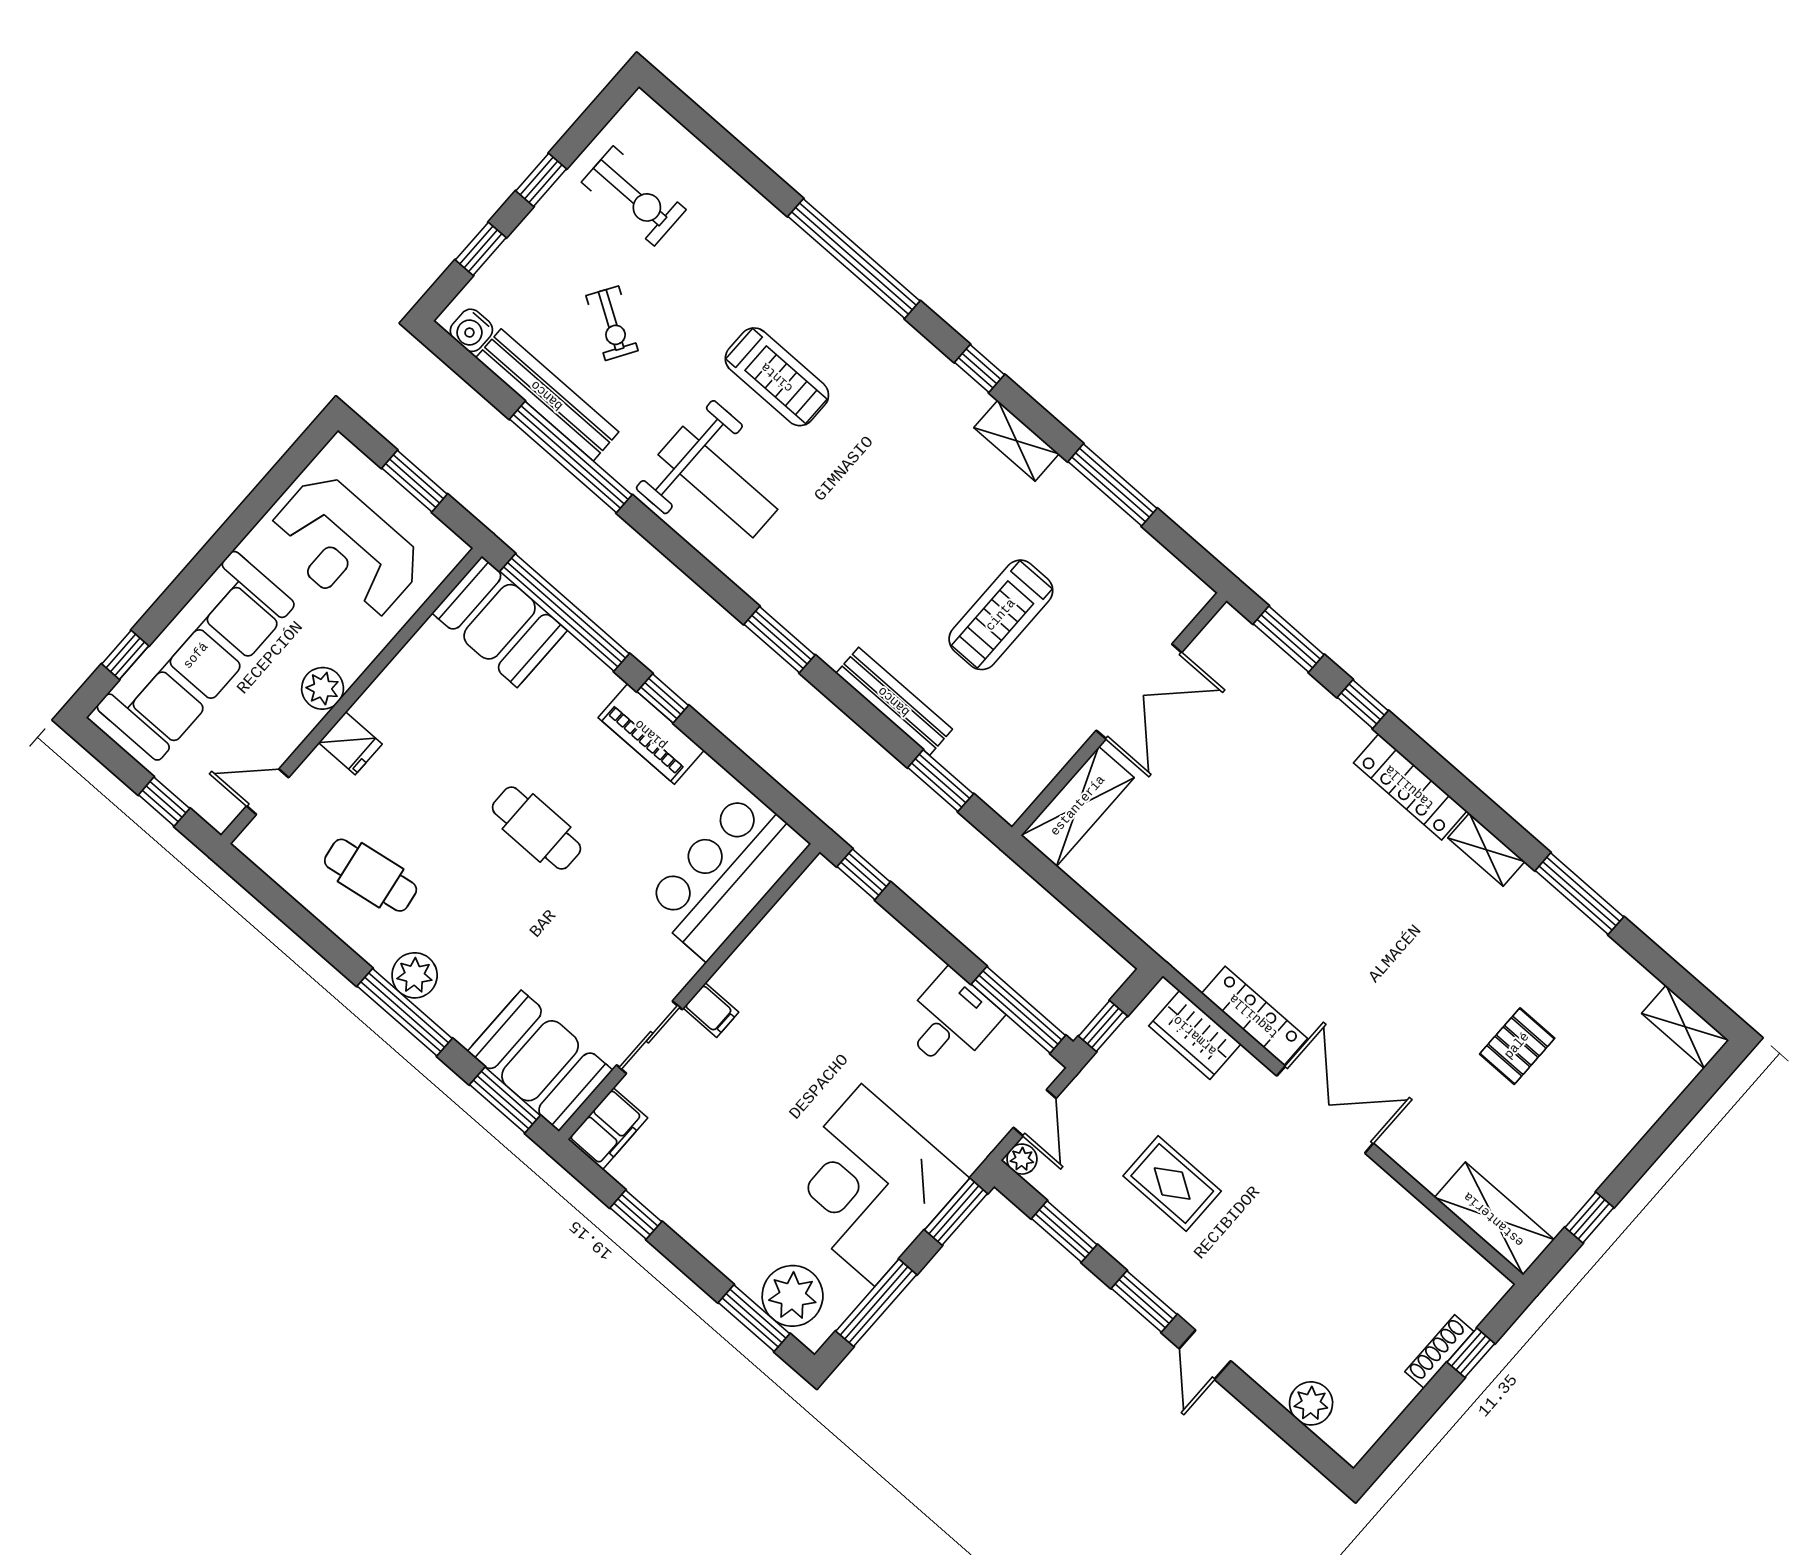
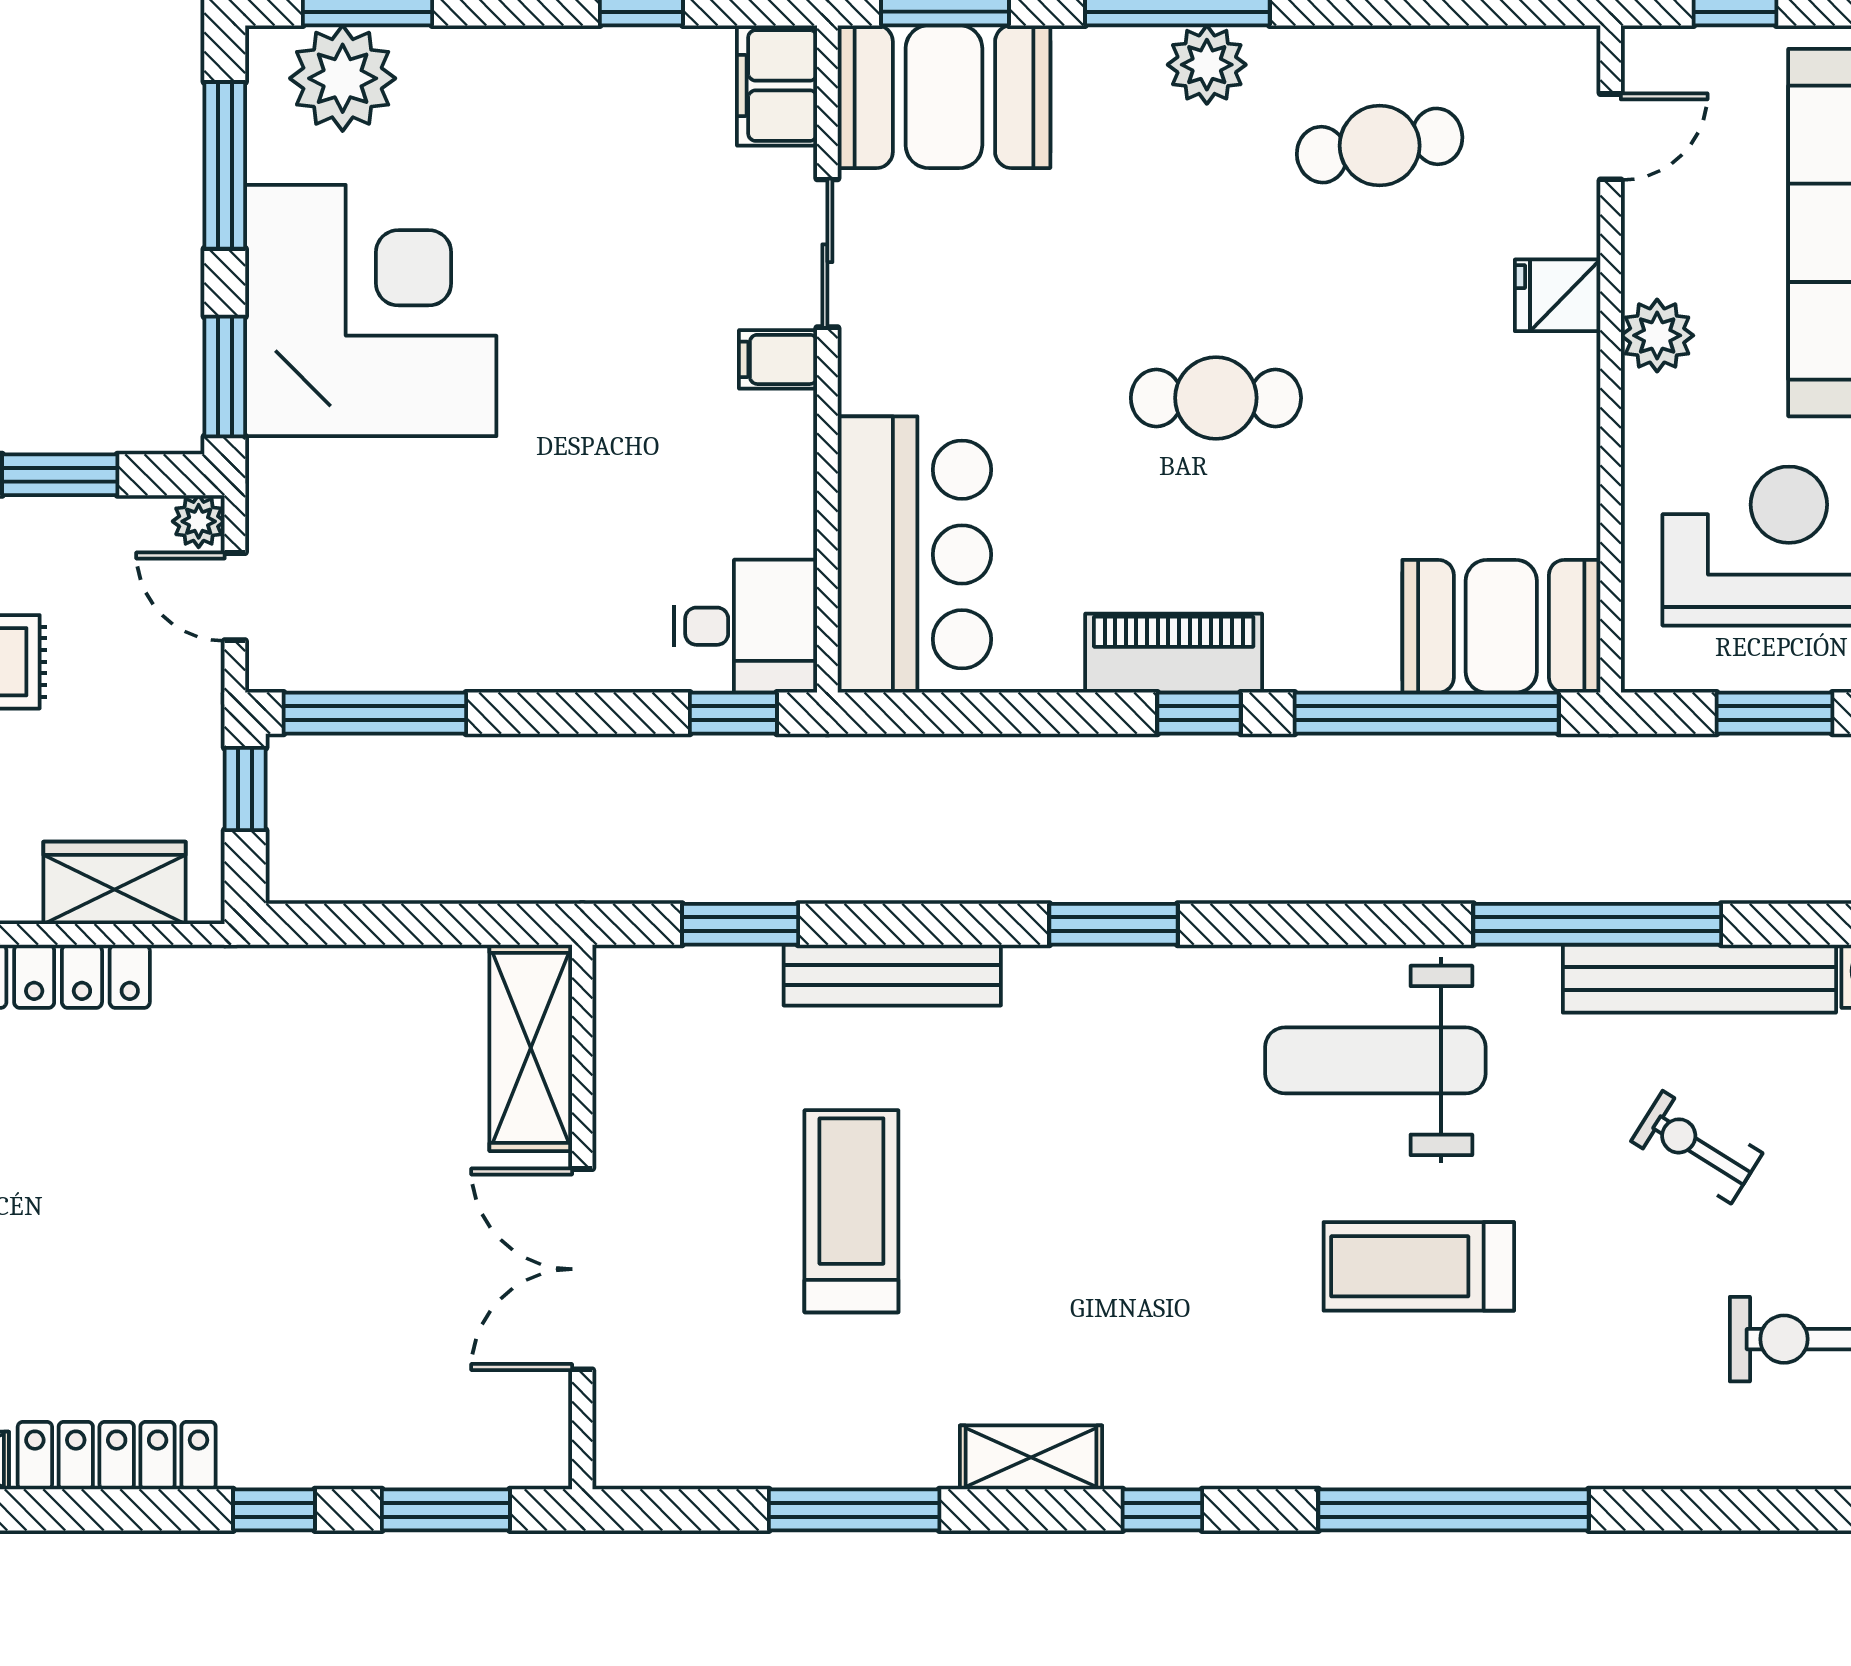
desk: (950, 1020) -> (745, 626), moved, turned -90

